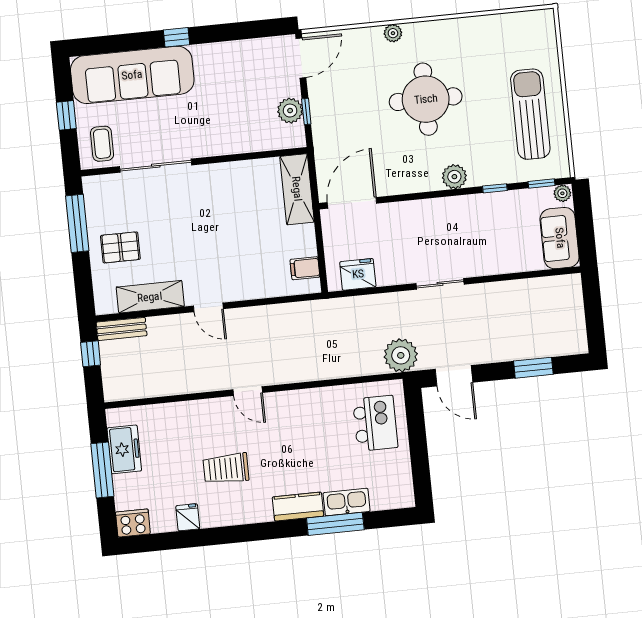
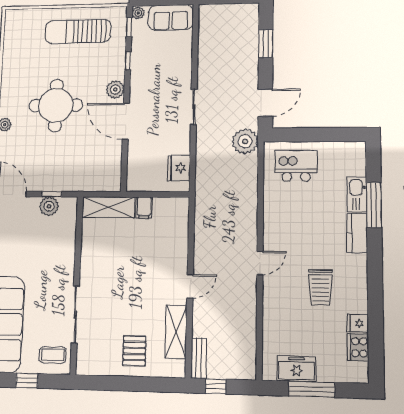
door: (352, 203) -> (126, 121), moved
window: (77, 223) -> (111, 383), removed
filing cabinet: (305, 268) -> (144, 208), moved
cooker: (133, 523) -> (358, 347), moved

